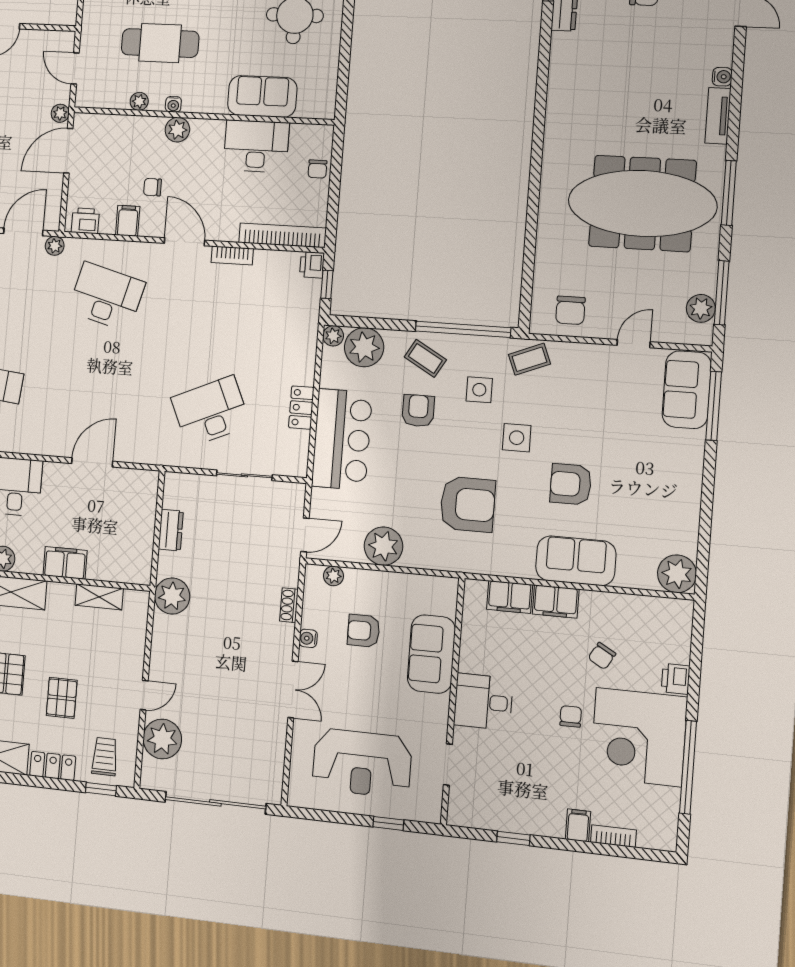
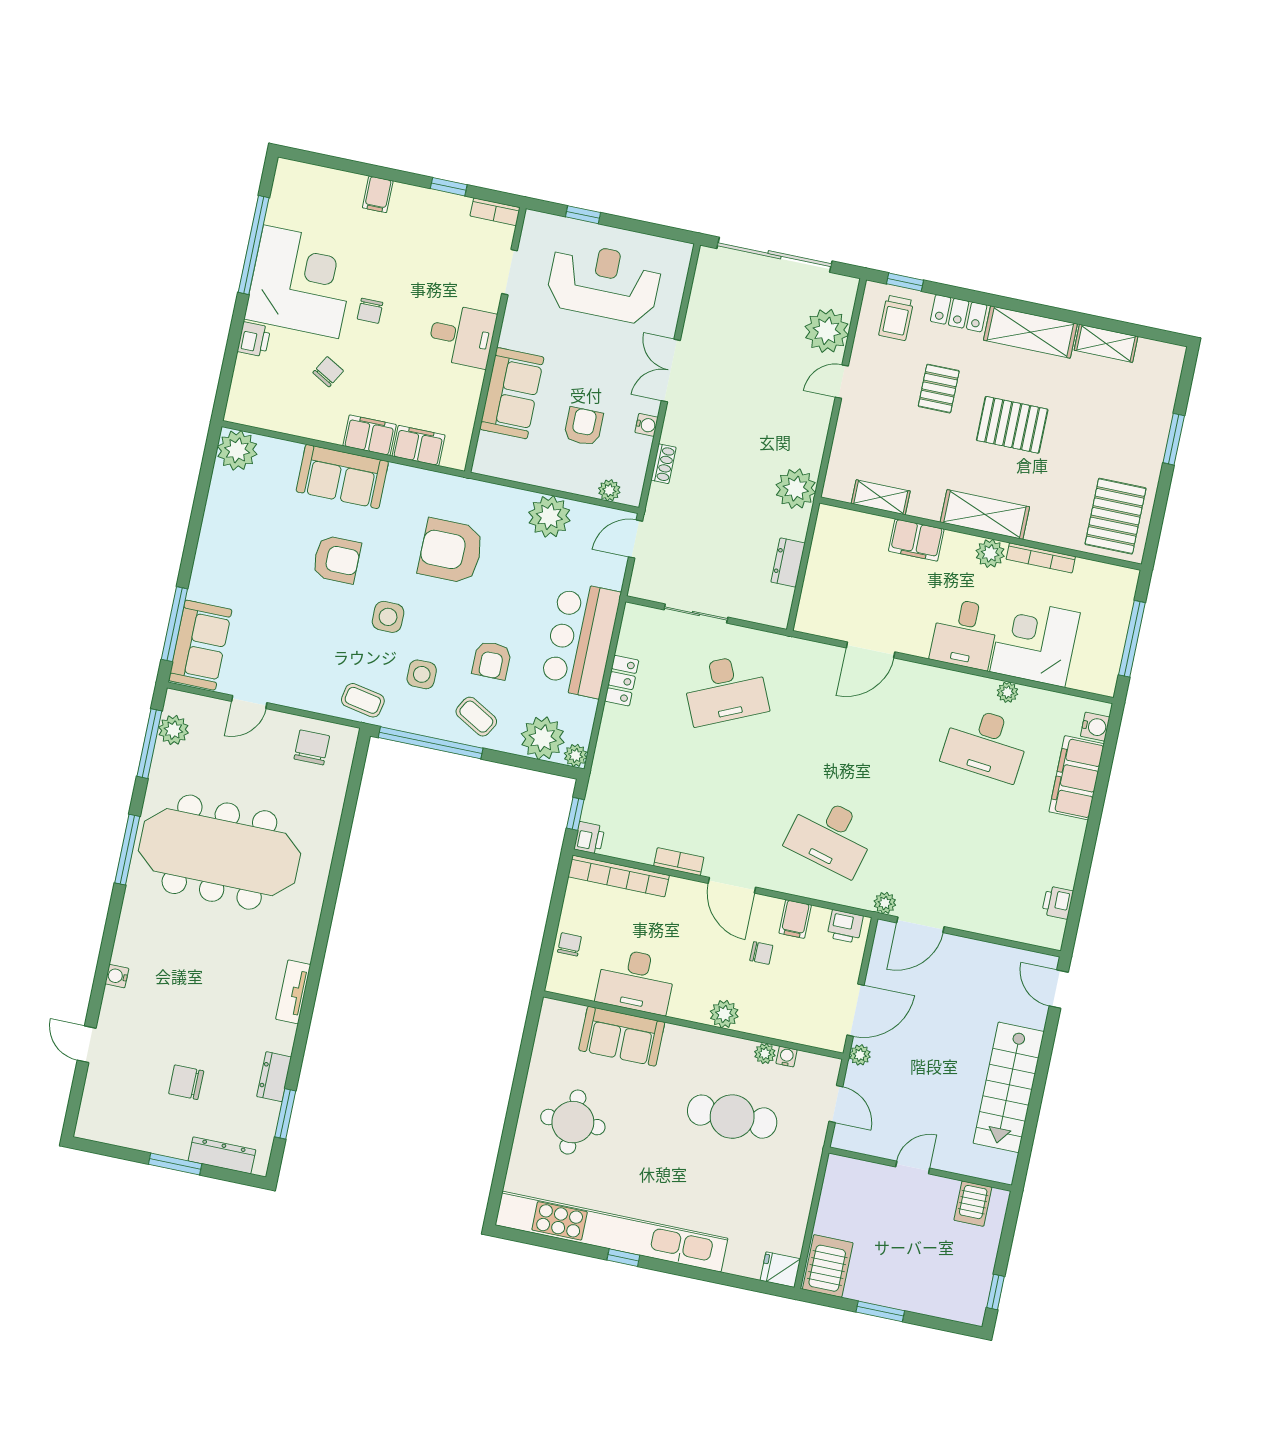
water cooler: (173, 104) -> (787, 1057), moved
tv unit: (718, 116) -> (293, 992), moved, turned 180
coffee table: (529, 359) -> (363, 700), turned 33
armchair: (364, 631) -> (583, 426), turned -90
bookcase: (613, 836) -> (495, 212), moved

